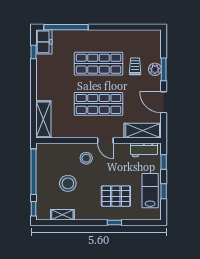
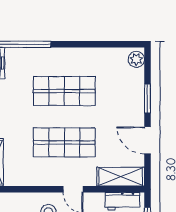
trolley: (135, 66) -> (111, 95), removed
plant: (155, 69) -> (136, 59), moved

